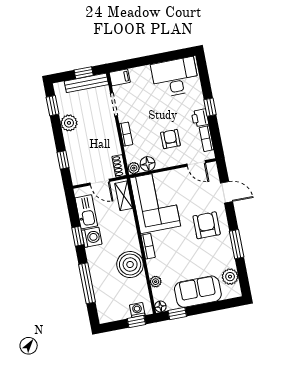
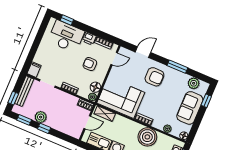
window: (84, 73) -> (13, 98), moved
desk: (175, 77) -> (66, 36), moved, turned 90
window: (210, 107) -> (67, 20), moved
window: (63, 160) -> (44, 128), moved
armchair: (207, 225) -> (154, 77), turned 180
window: (177, 314) -> (206, 101), moved

